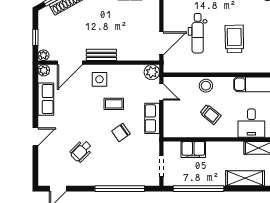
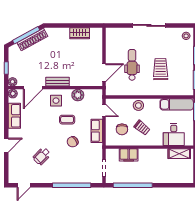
dental chair: (198, 33) -> (132, 65), turned 180
plant: (152, 72) -> (78, 95), moved
chair: (185, 116) -> (122, 129), added
shelving: (245, 178) -> (169, 177), removed

